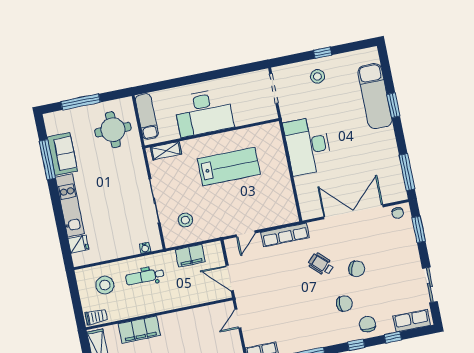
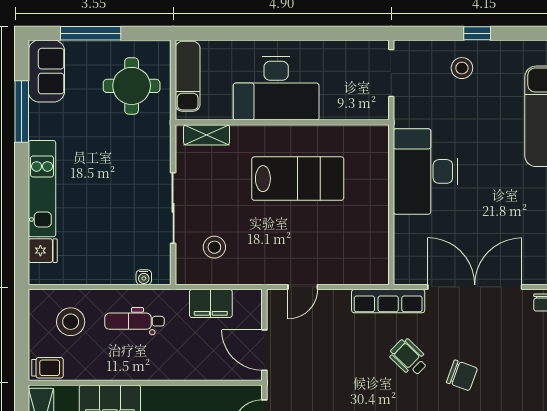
sofa: (62, 154) -> (46, 71), moved
row of seats: (285, 235) -> (388, 301), moved

